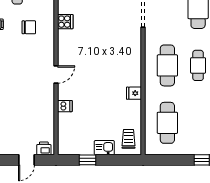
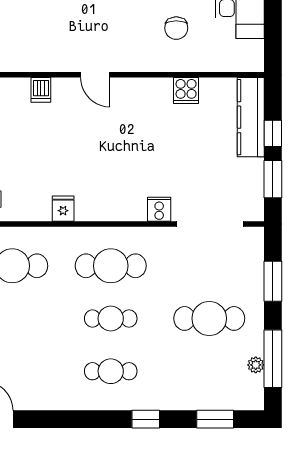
cooker: (134, 37) -> (159, 209), added

